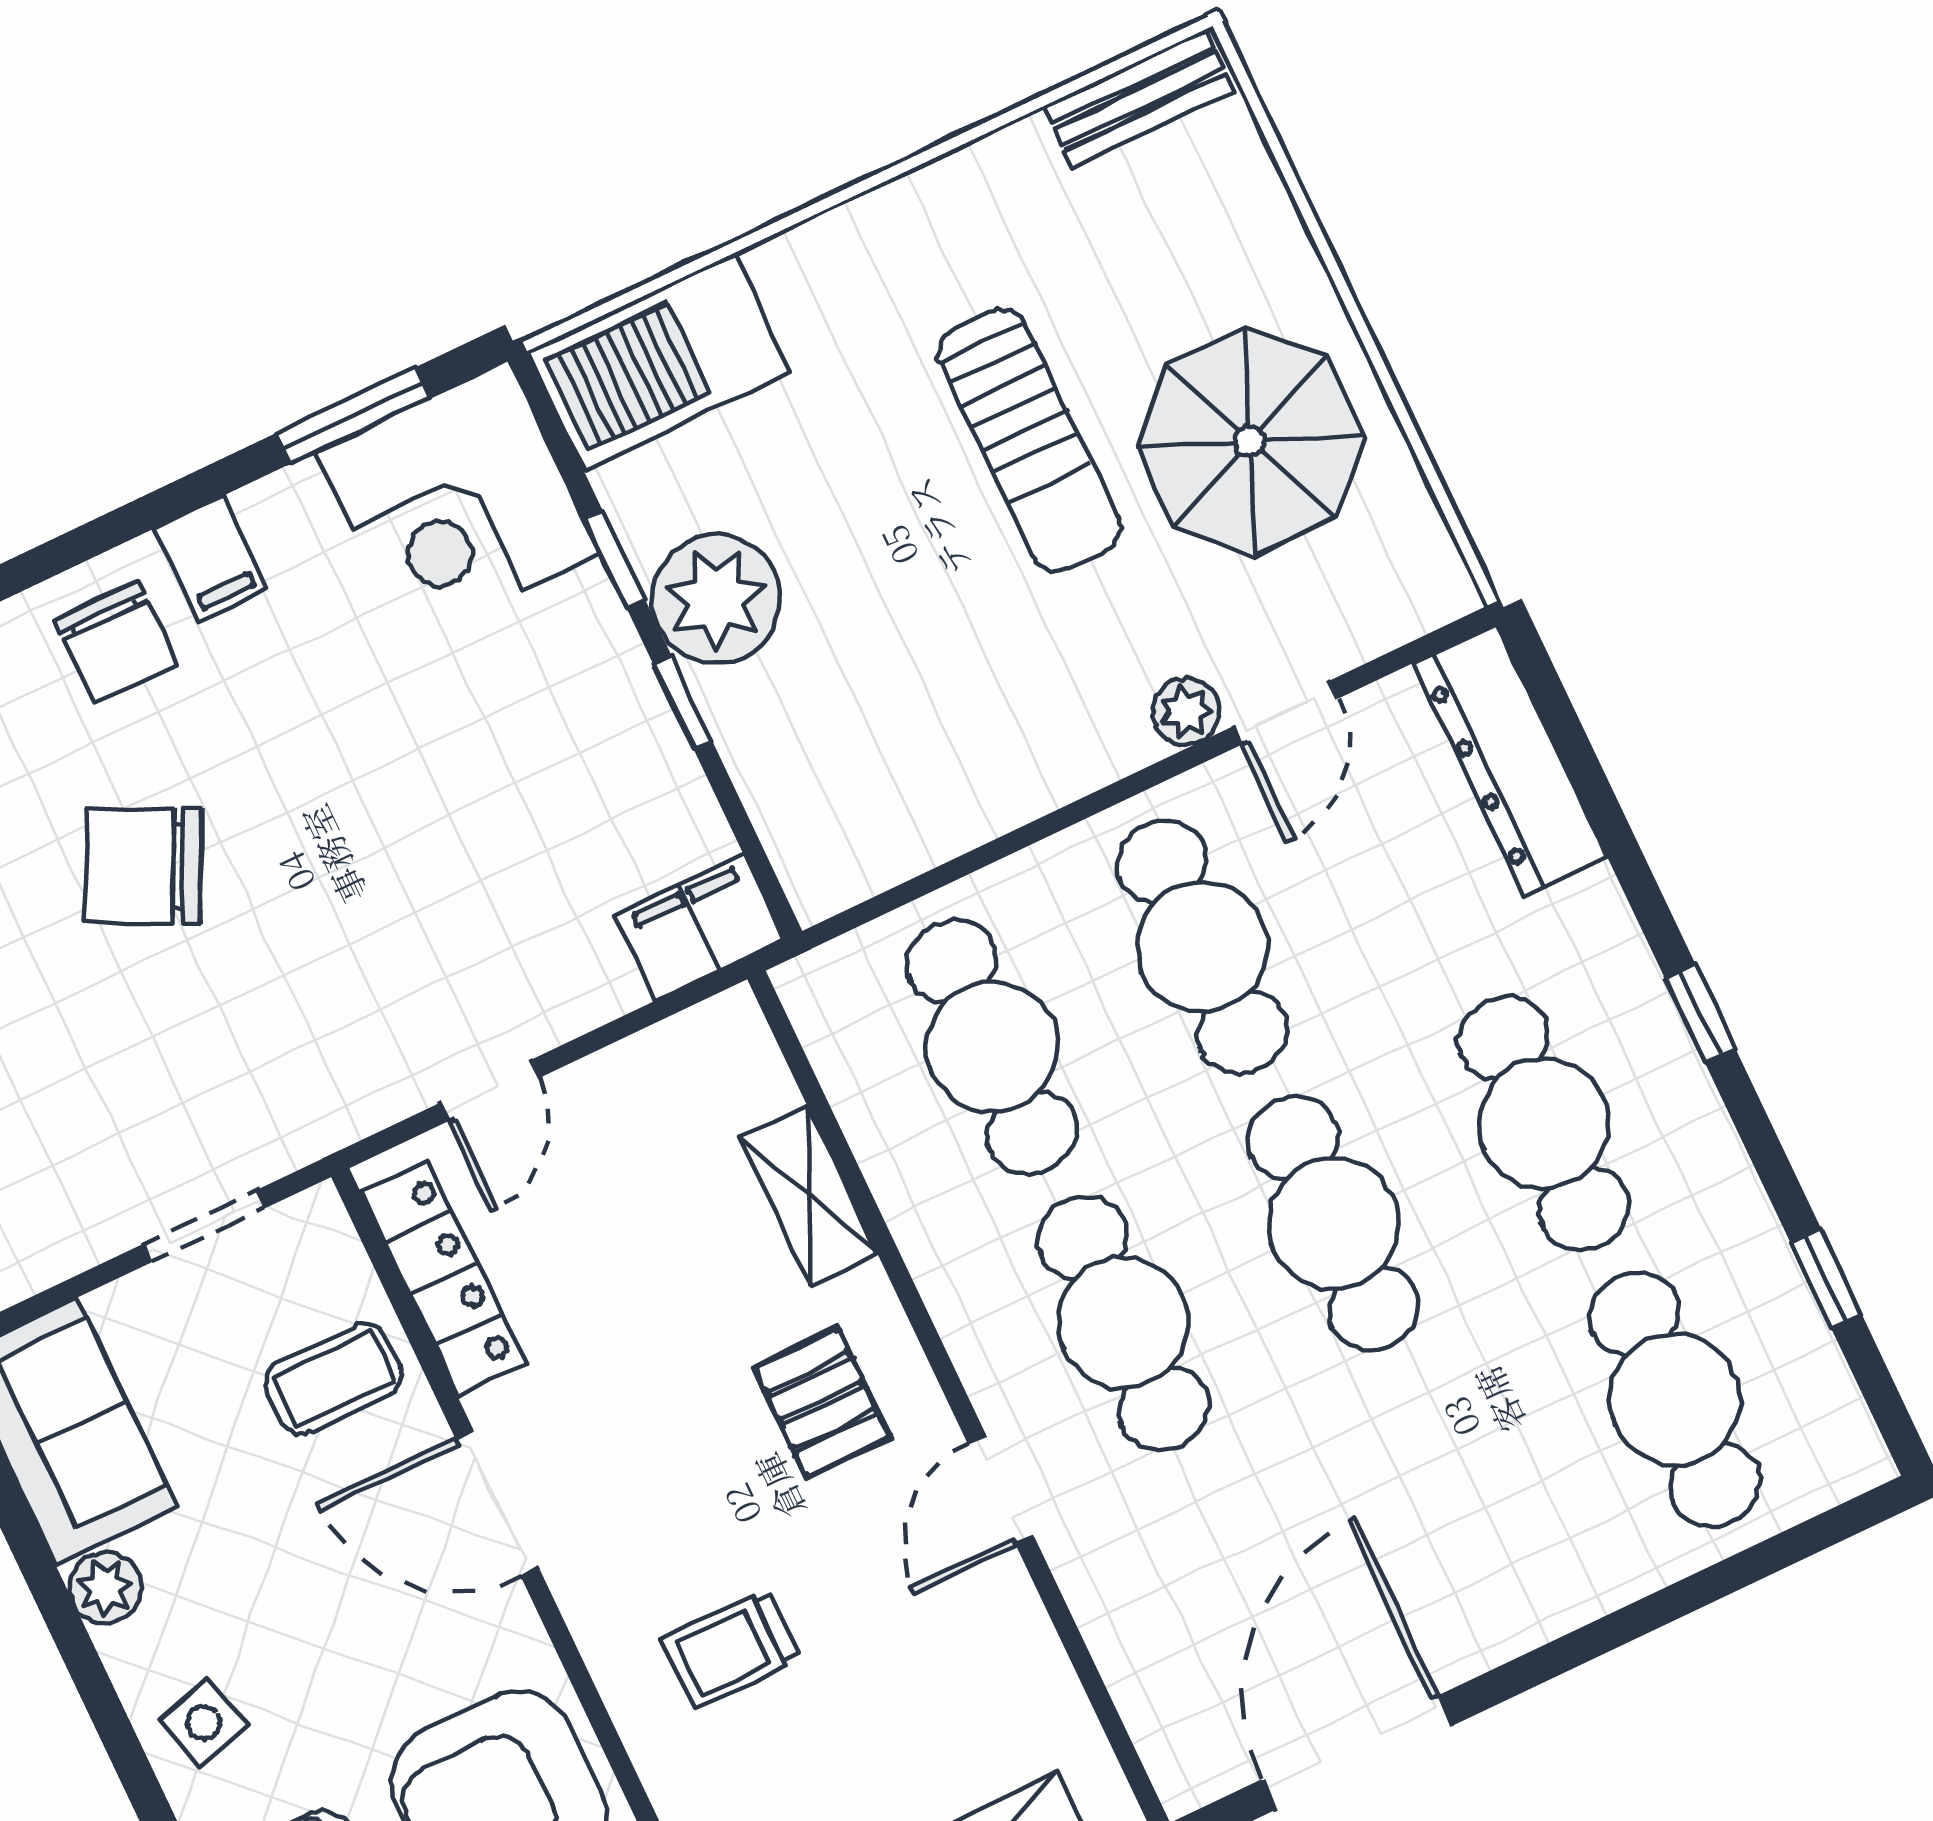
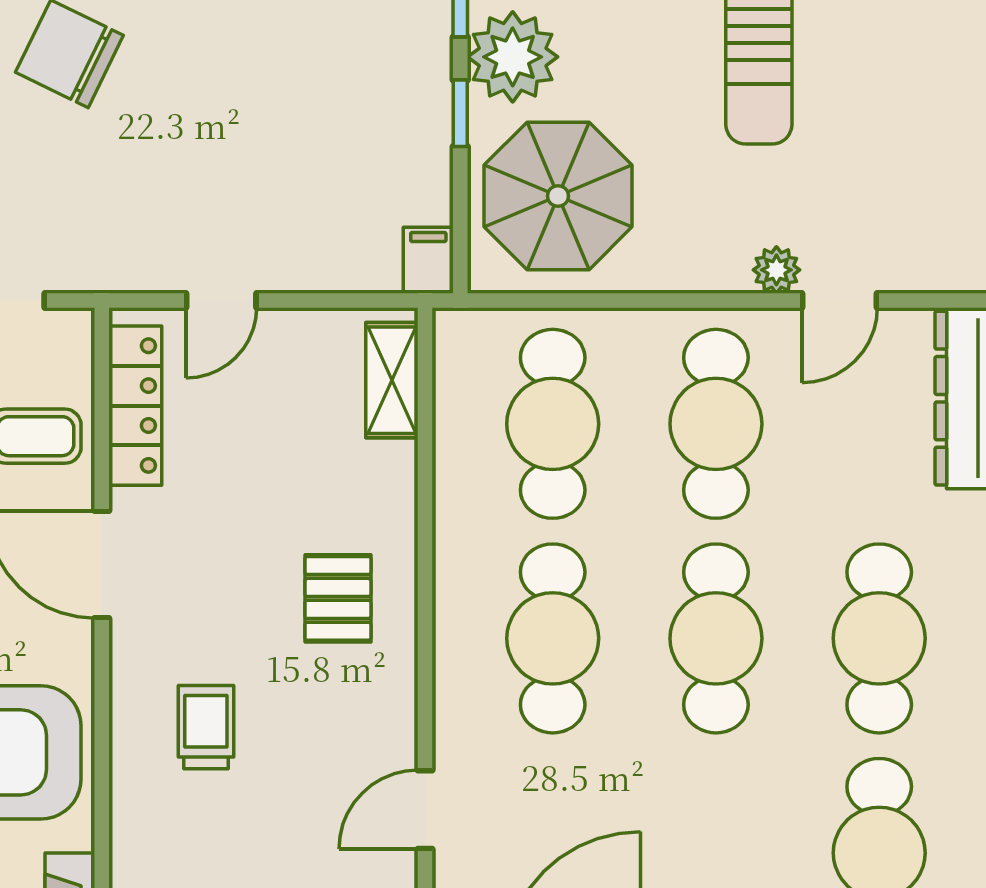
parasol: (1250, 441) -> (558, 196), moved
filing cabinet: (700, 927) -> (428, 260), width x0.50
shelving: (809, 1196) -> (392, 380), moved
door: (1001, 1490) -> (425, 810), moved
trolley: (731, 1649) -> (206, 727), turned 90

